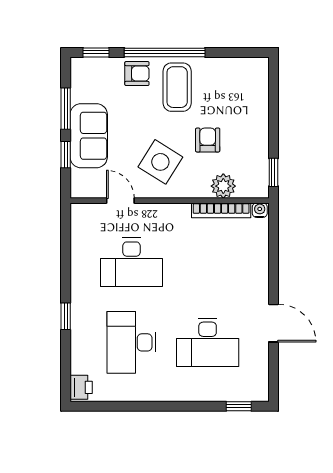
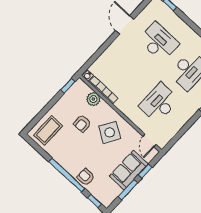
coffee table: (177, 87) -> (48, 130), moved
door: (120, 201) -> (150, 140), moved
desk: (132, 262) -> (159, 103), turned -90

